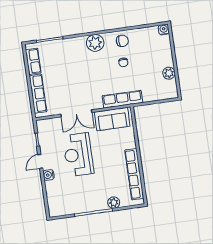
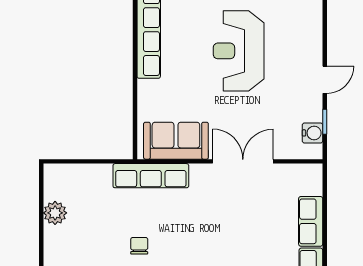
row of seats: (38, 94) -> (311, 221), width x0.68
reception desk: (78, 155) -> (239, 51), moved, turned 180
water cooler: (49, 175) -> (312, 133), moved

